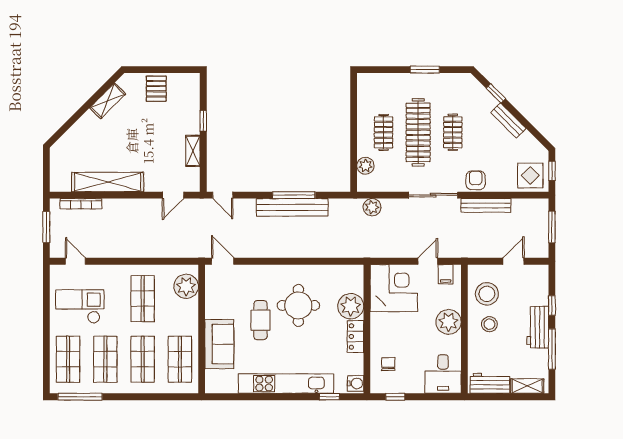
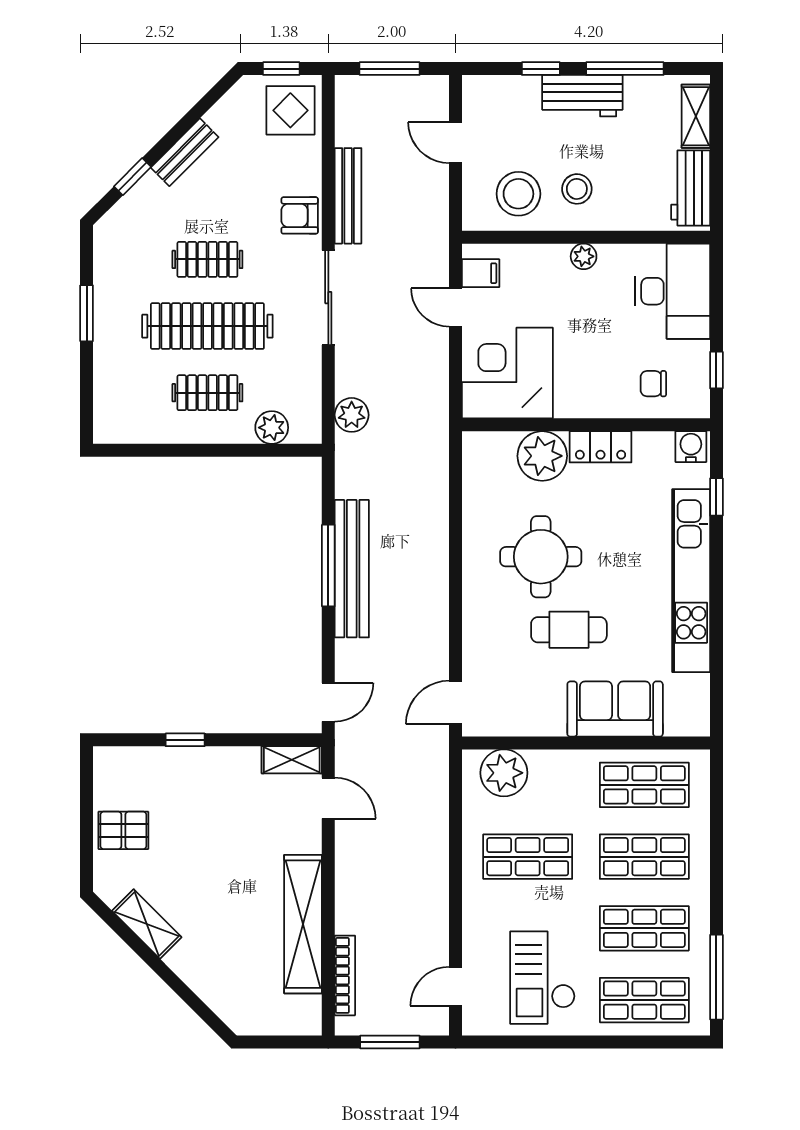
shelving: (193, 151) -> (292, 760), moved
plant: (449, 322) -> (584, 256), width x0.53, depth x0.53
desk: (443, 374) -> (673, 291), width x1.37

